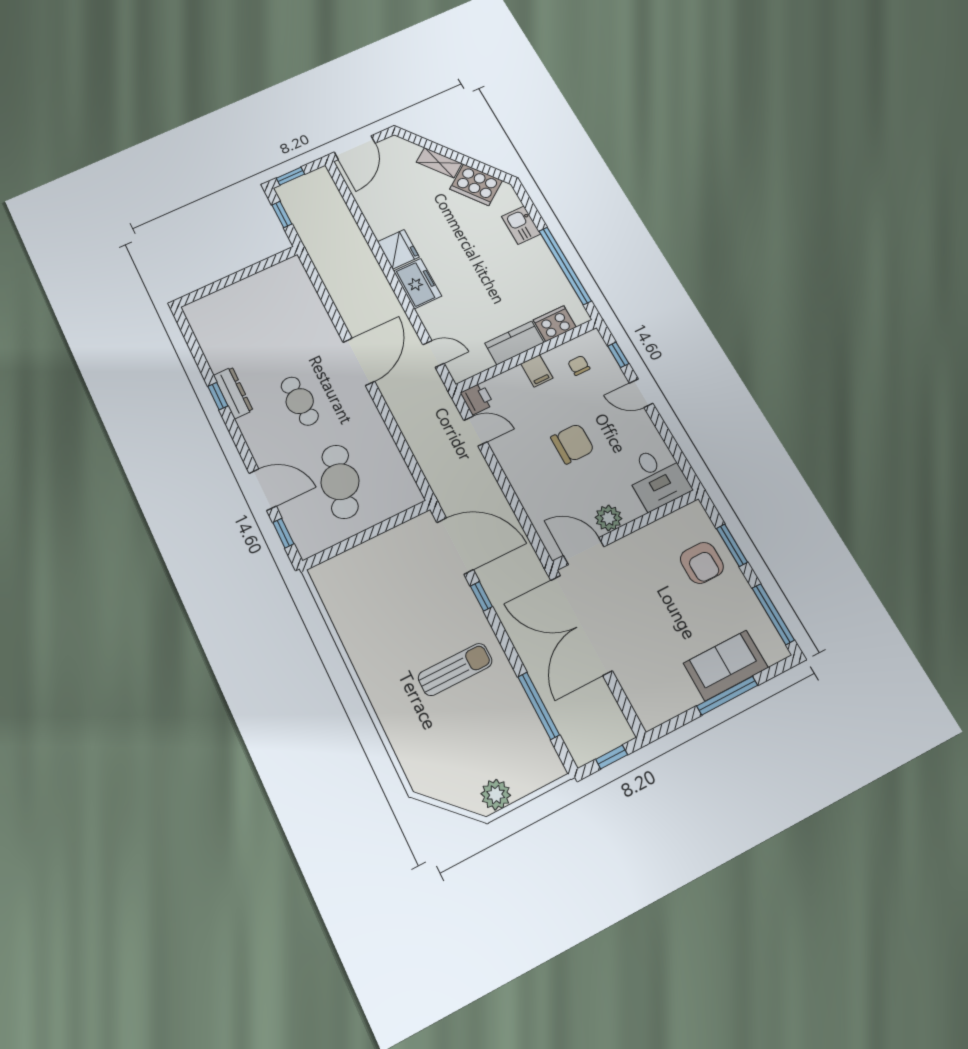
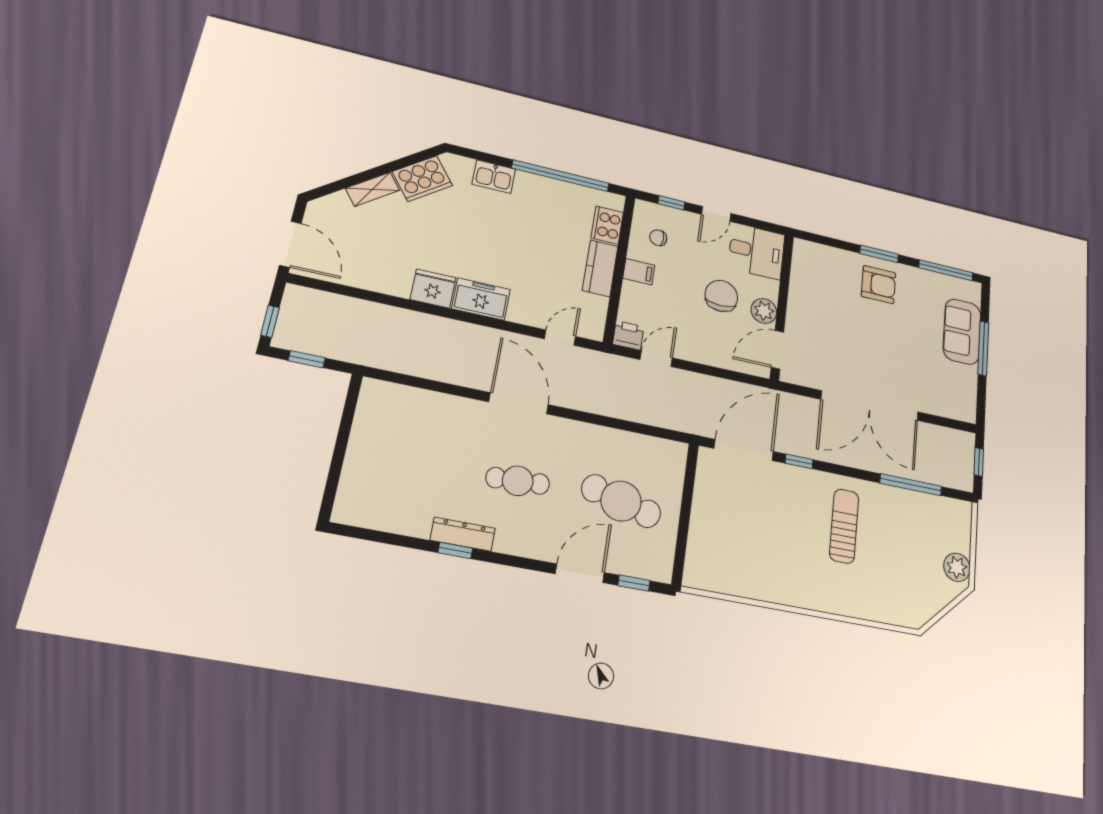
desk: (657, 478) -> (756, 251), moved
plant: (608, 518) -> (764, 311), moved
wall: (626, 530) -> (782, 306), moved
door: (584, 551) -> (777, 350), moved

